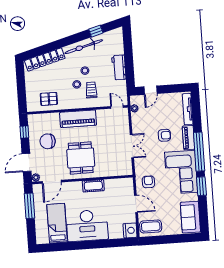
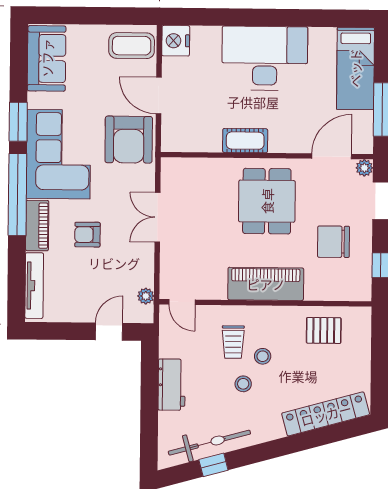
bicycle: (84, 47) -> (209, 443), moved
chair: (48, 141) -> (334, 242), turned 180
armchair: (148, 182) -> (129, 140), width x1.88, depth x1.88
bed: (57, 223) -> (355, 68), moved

